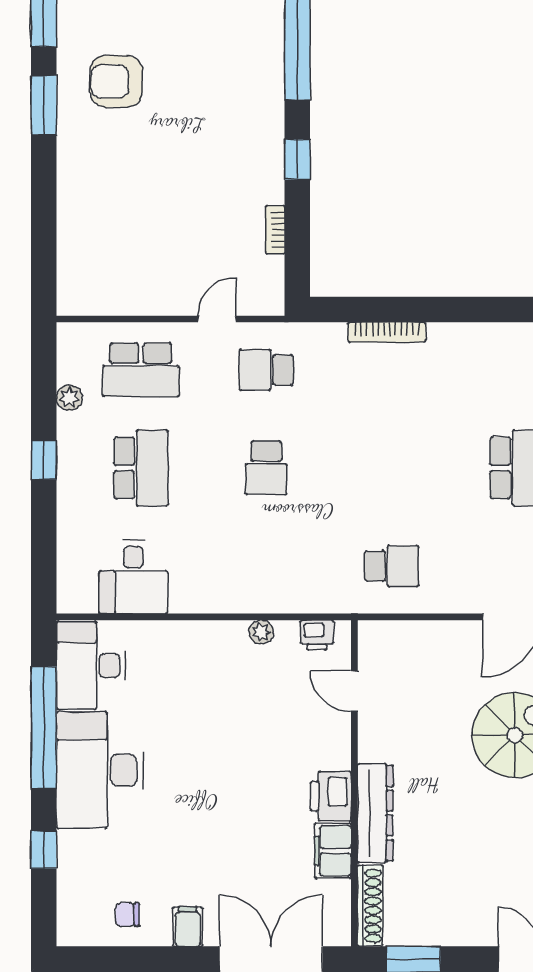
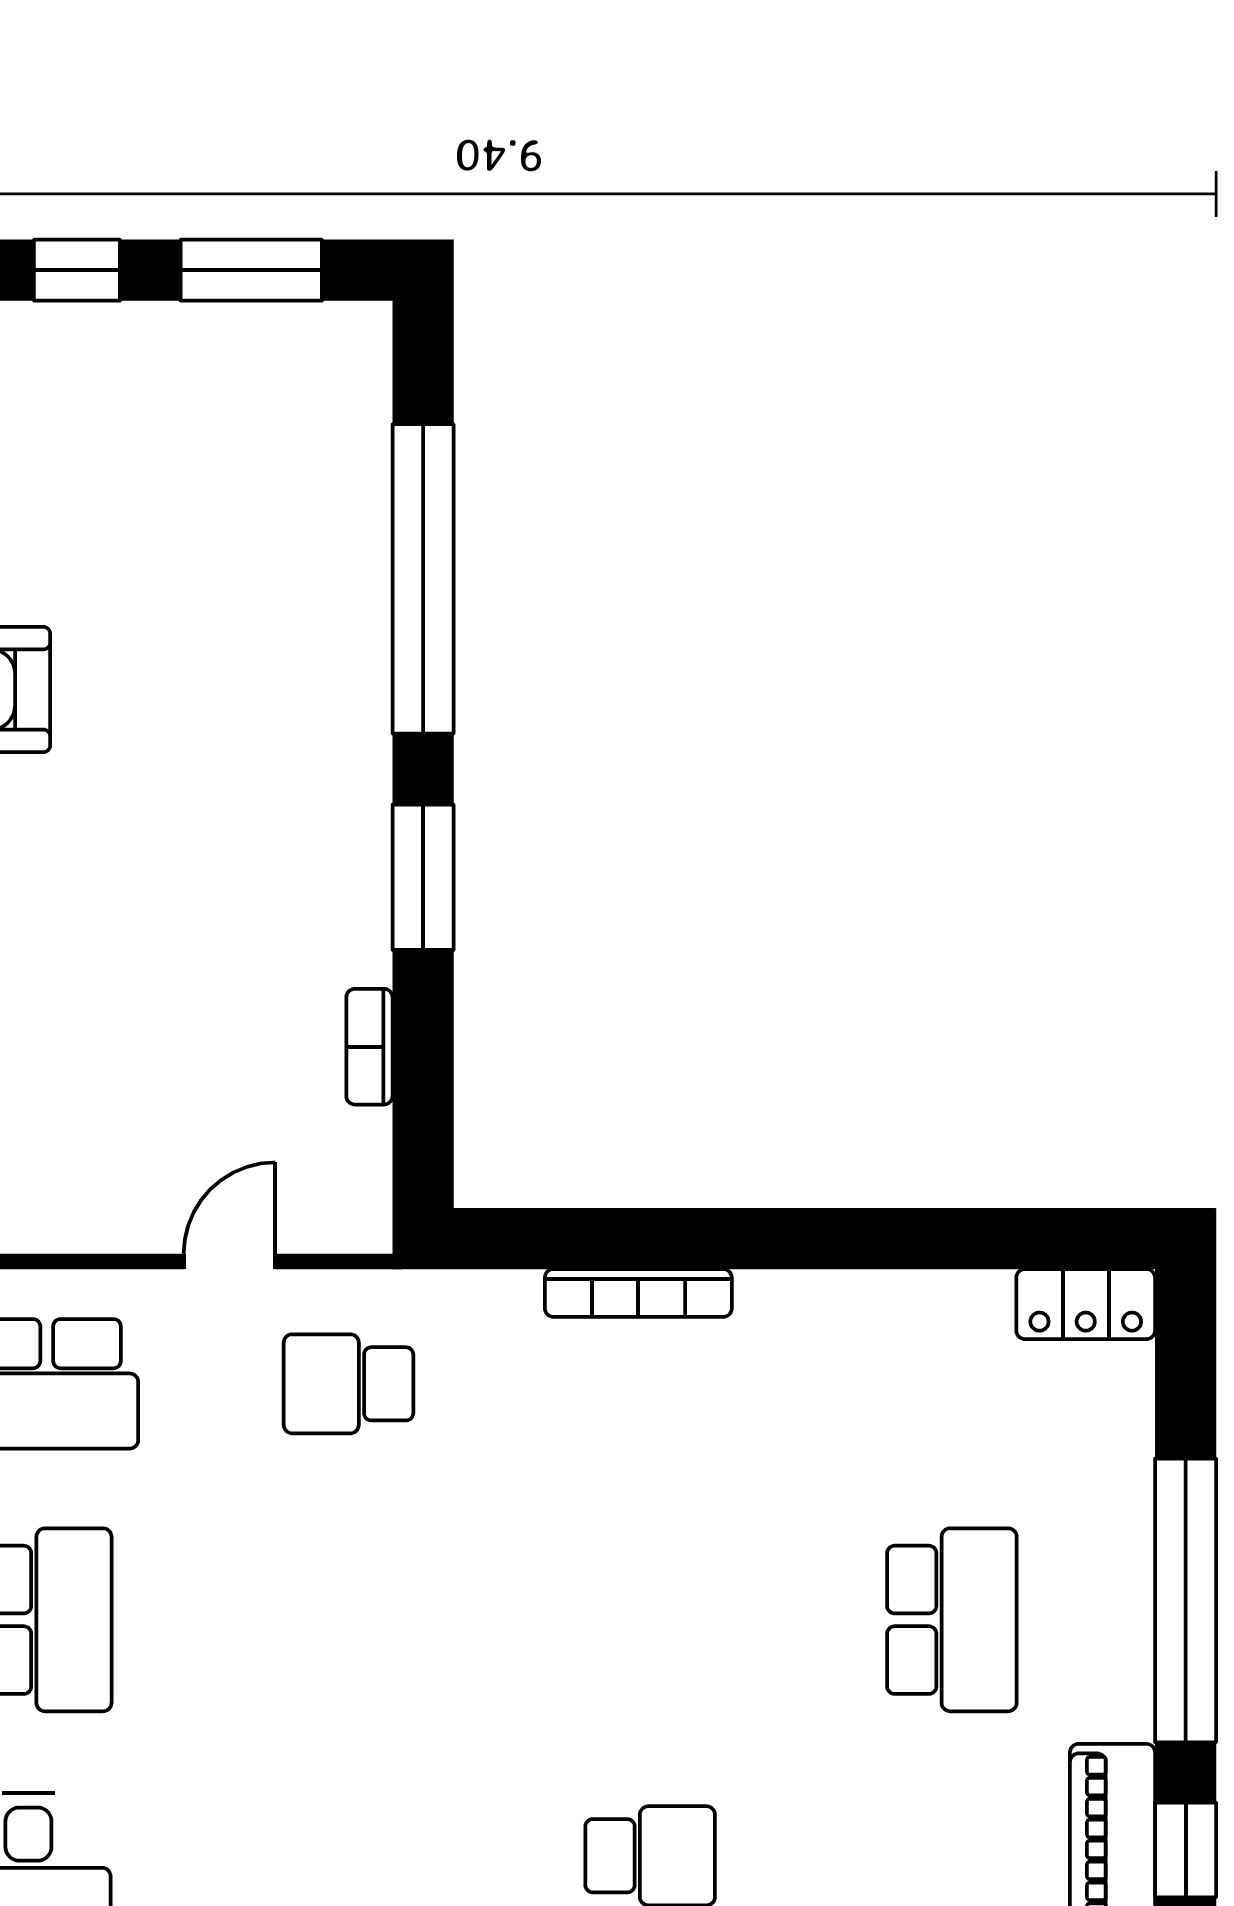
window: (297, 159) -> (423, 877), width x1.50
school desk: (266, 468) -> (348, 1620), removed

